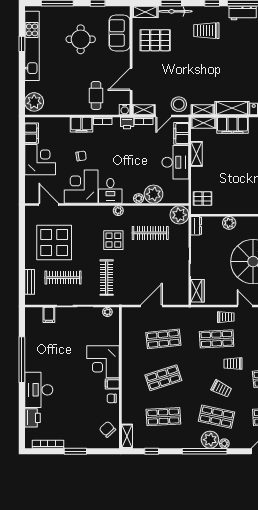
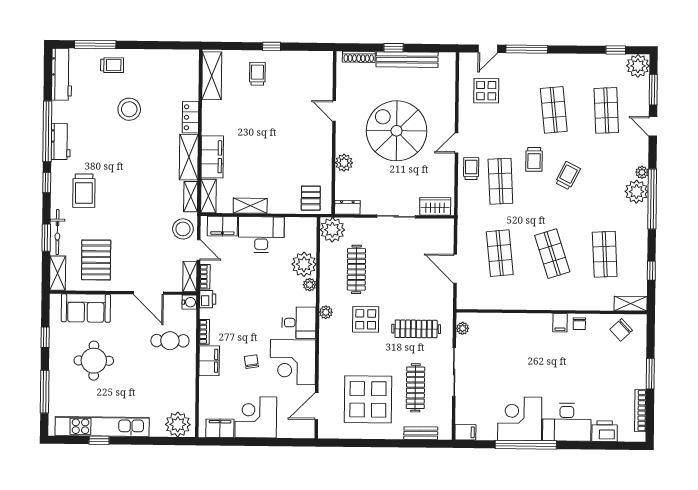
filing cabinet: (49, 315) -> (465, 432), moved
corner desk: (103, 362) -> (520, 419), moved, turned 180
shop shelf: (217, 417) -> (605, 182), removed

